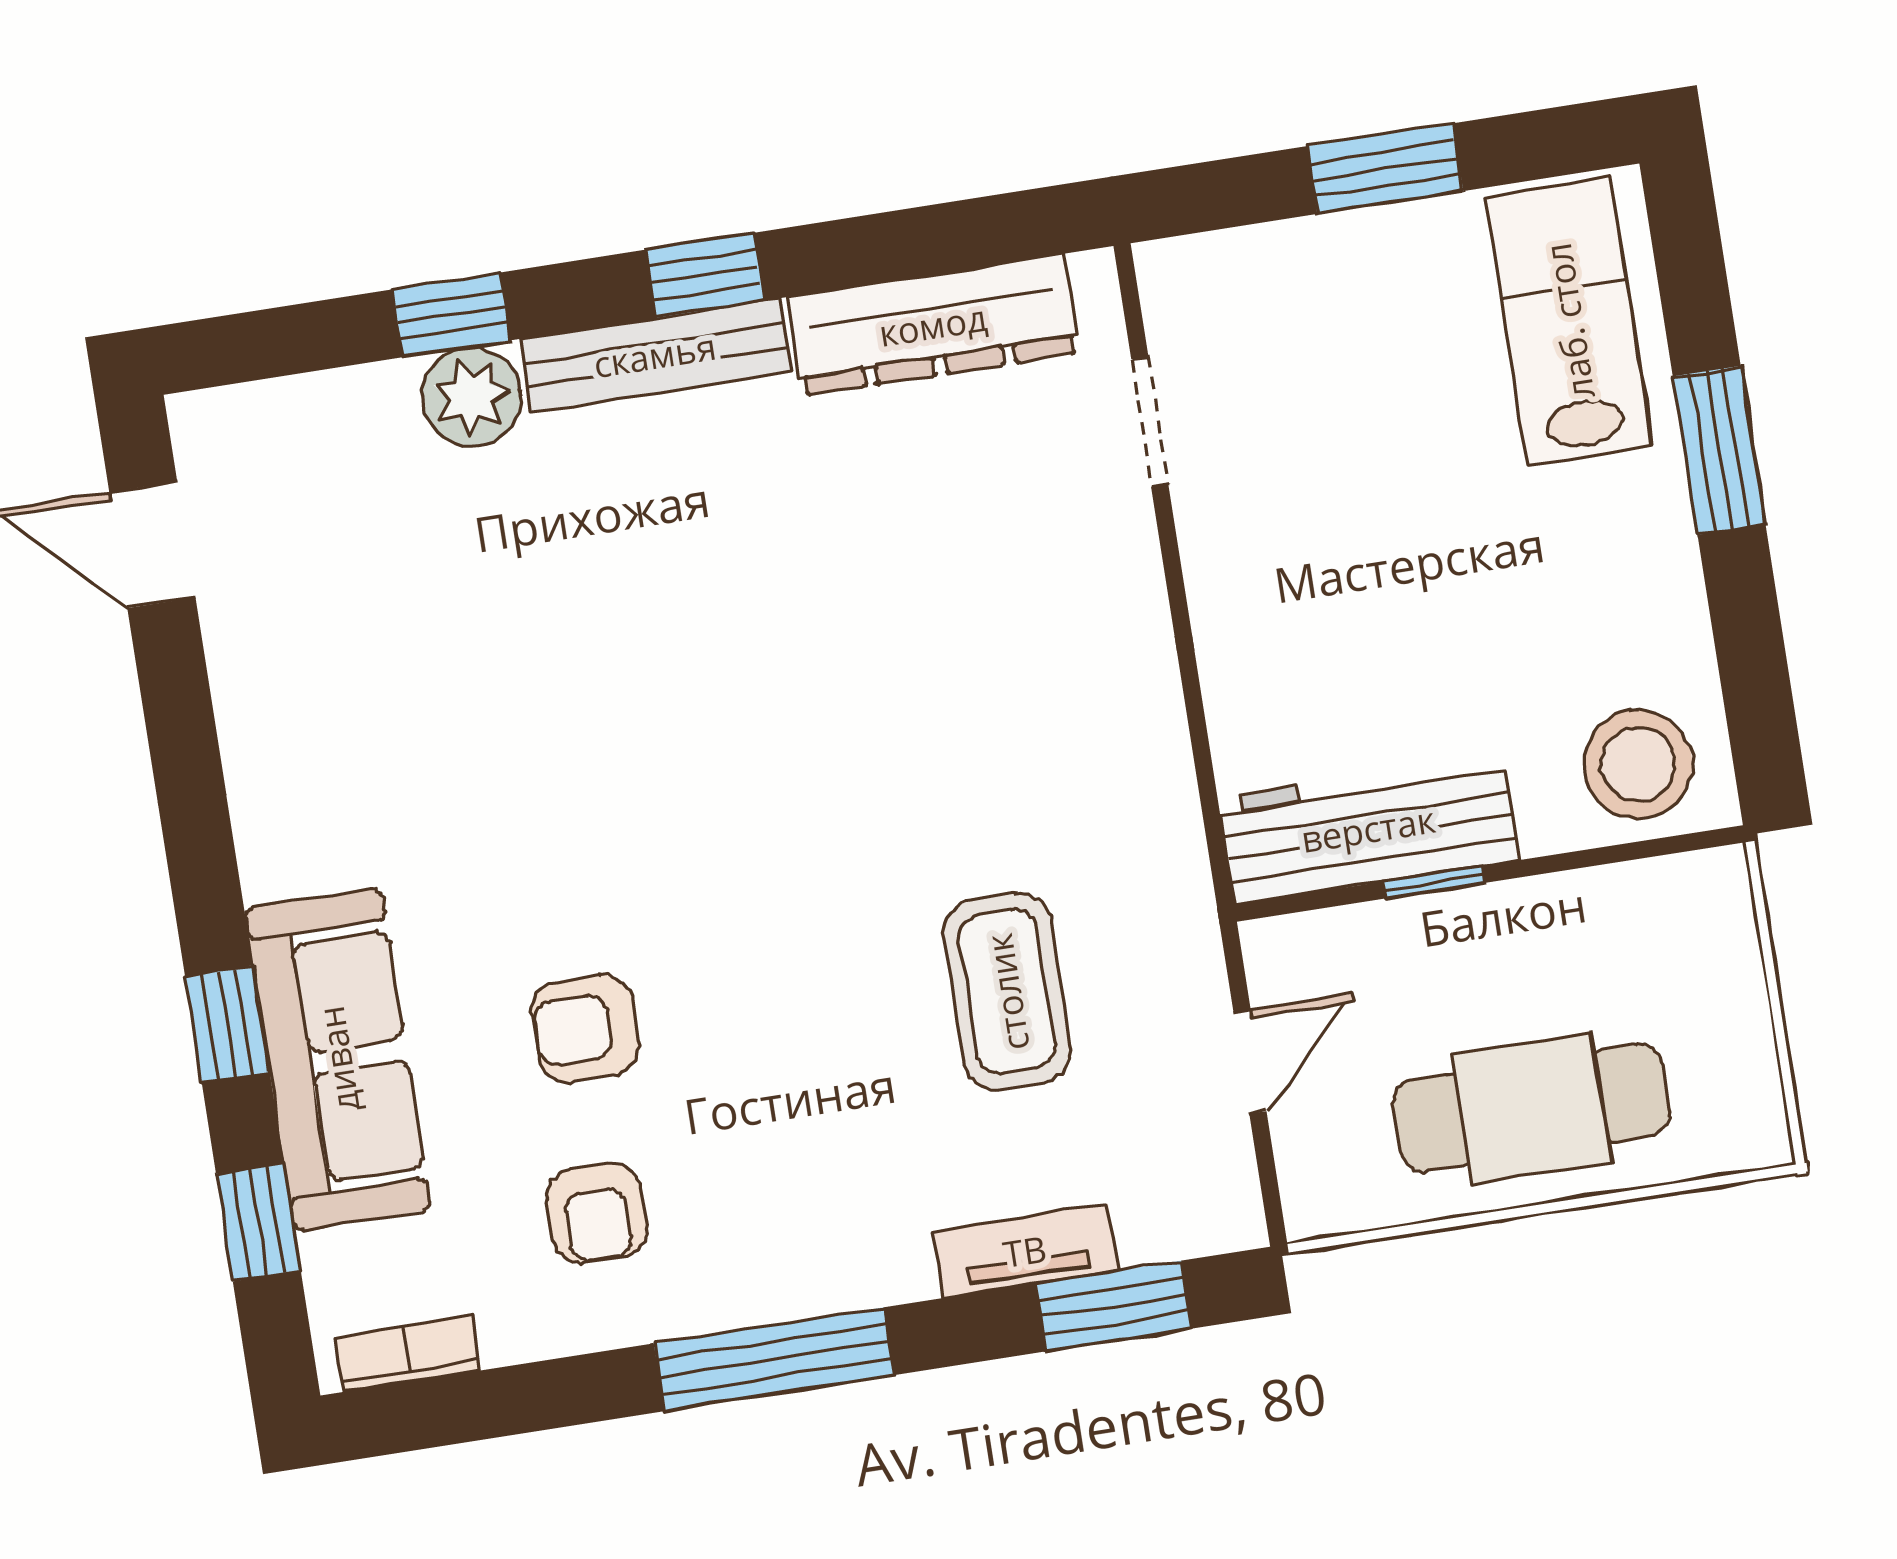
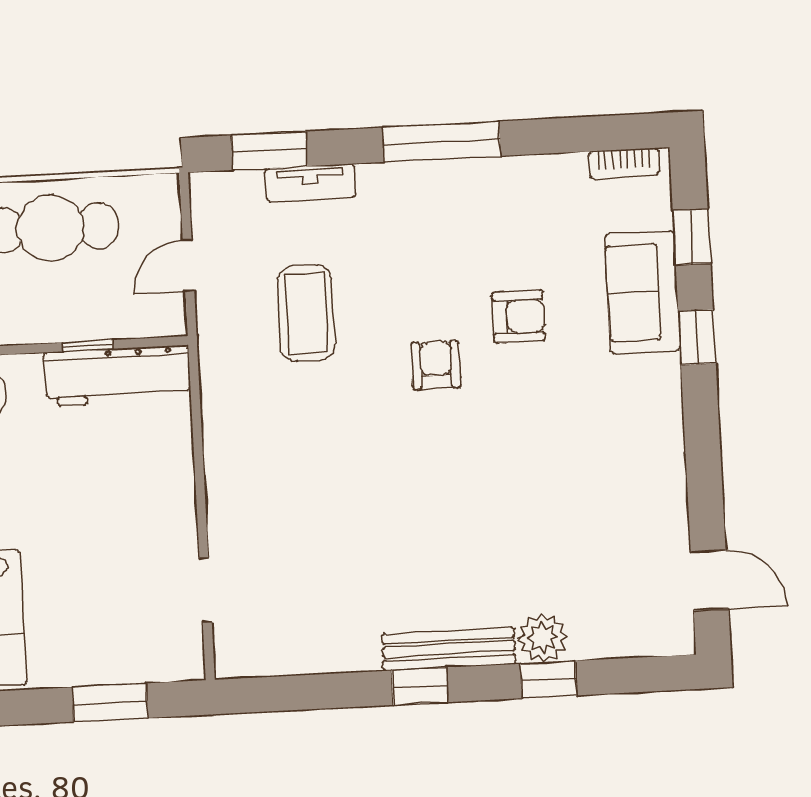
window: (1385, 169) -> (110, 703), moved
dresser: (933, 325) -> (308, 650), removed
sofa: (338, 1059) -> (642, 292), width x0.73
armchair: (597, 1213) -> (436, 365), moved

